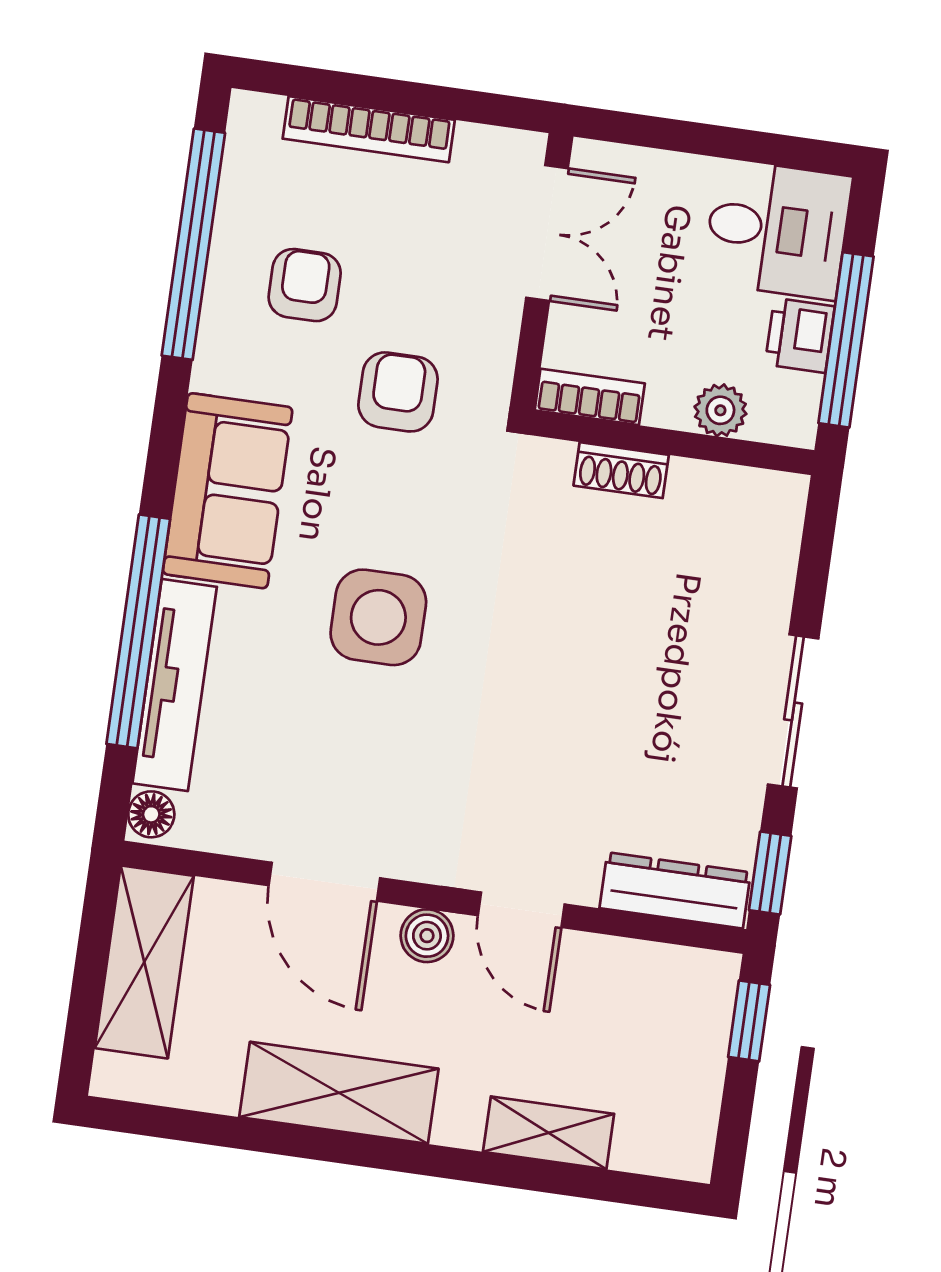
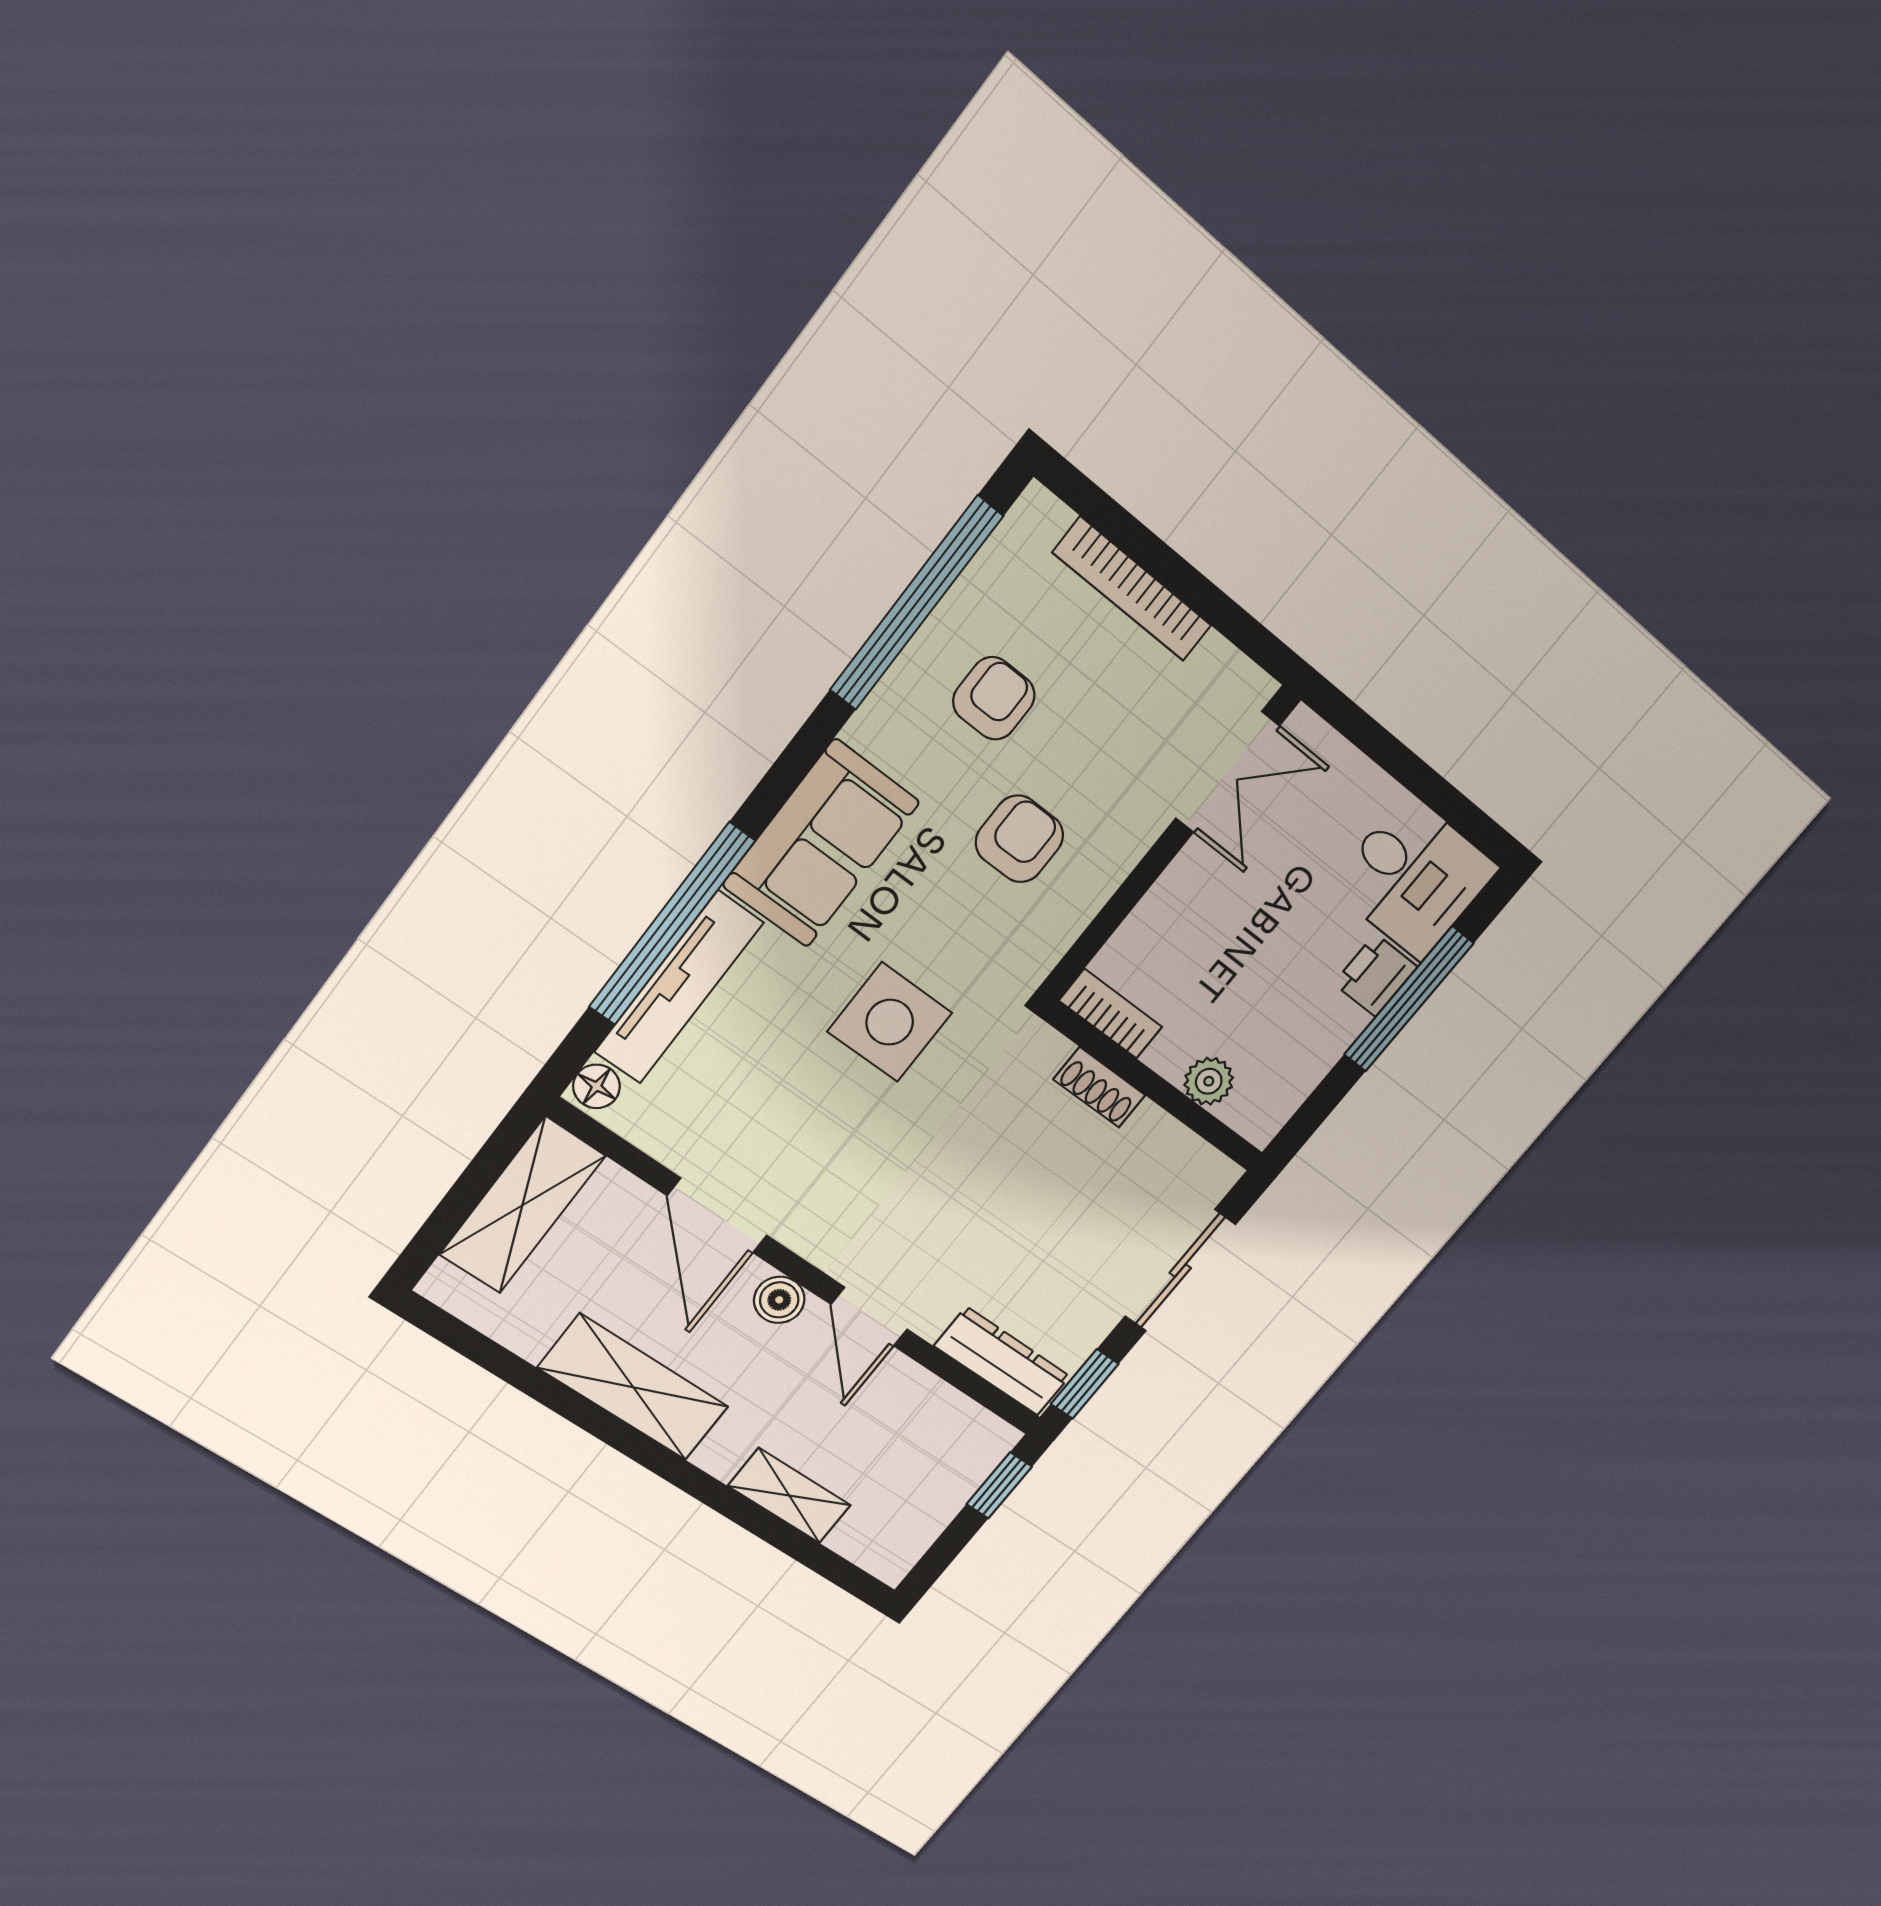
bookcase: (590, 397) -> (1111, 1014), moved
plant: (720, 410) -> (1209, 1081), moved
wall: (673, 443) -> (1155, 1087), moved
shoe rack: (621, 470) -> (1099, 1087), moved

